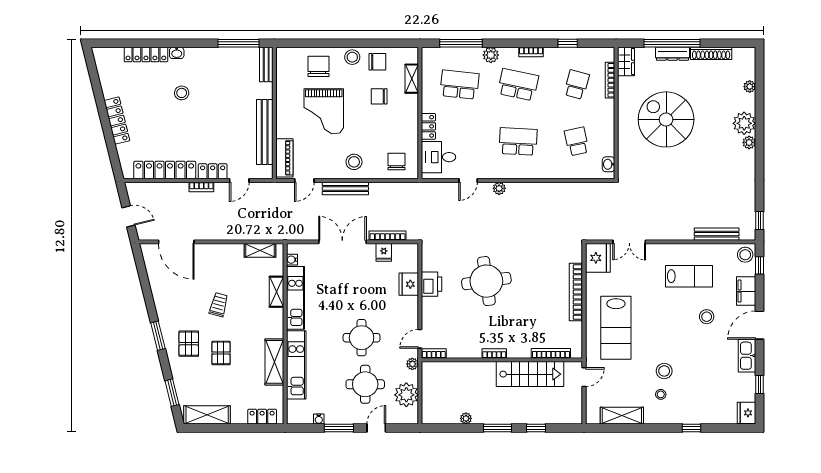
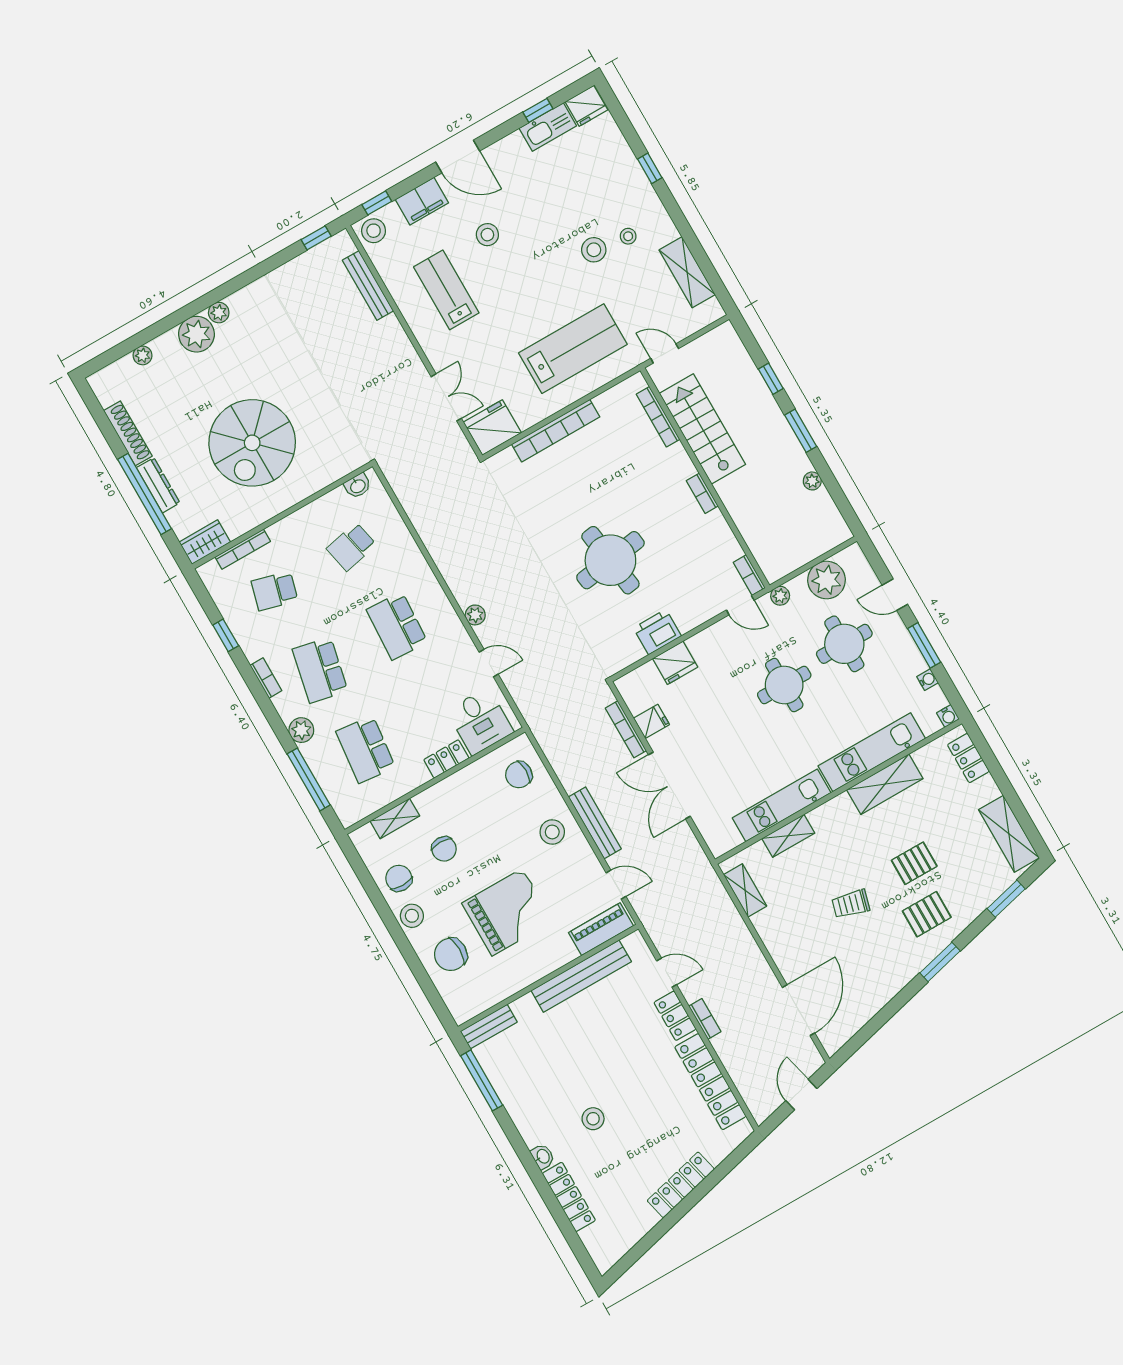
water cooler: (292, 260) -> (948, 716), moved
kitchen sink: (747, 356) -> (548, 127), moved

